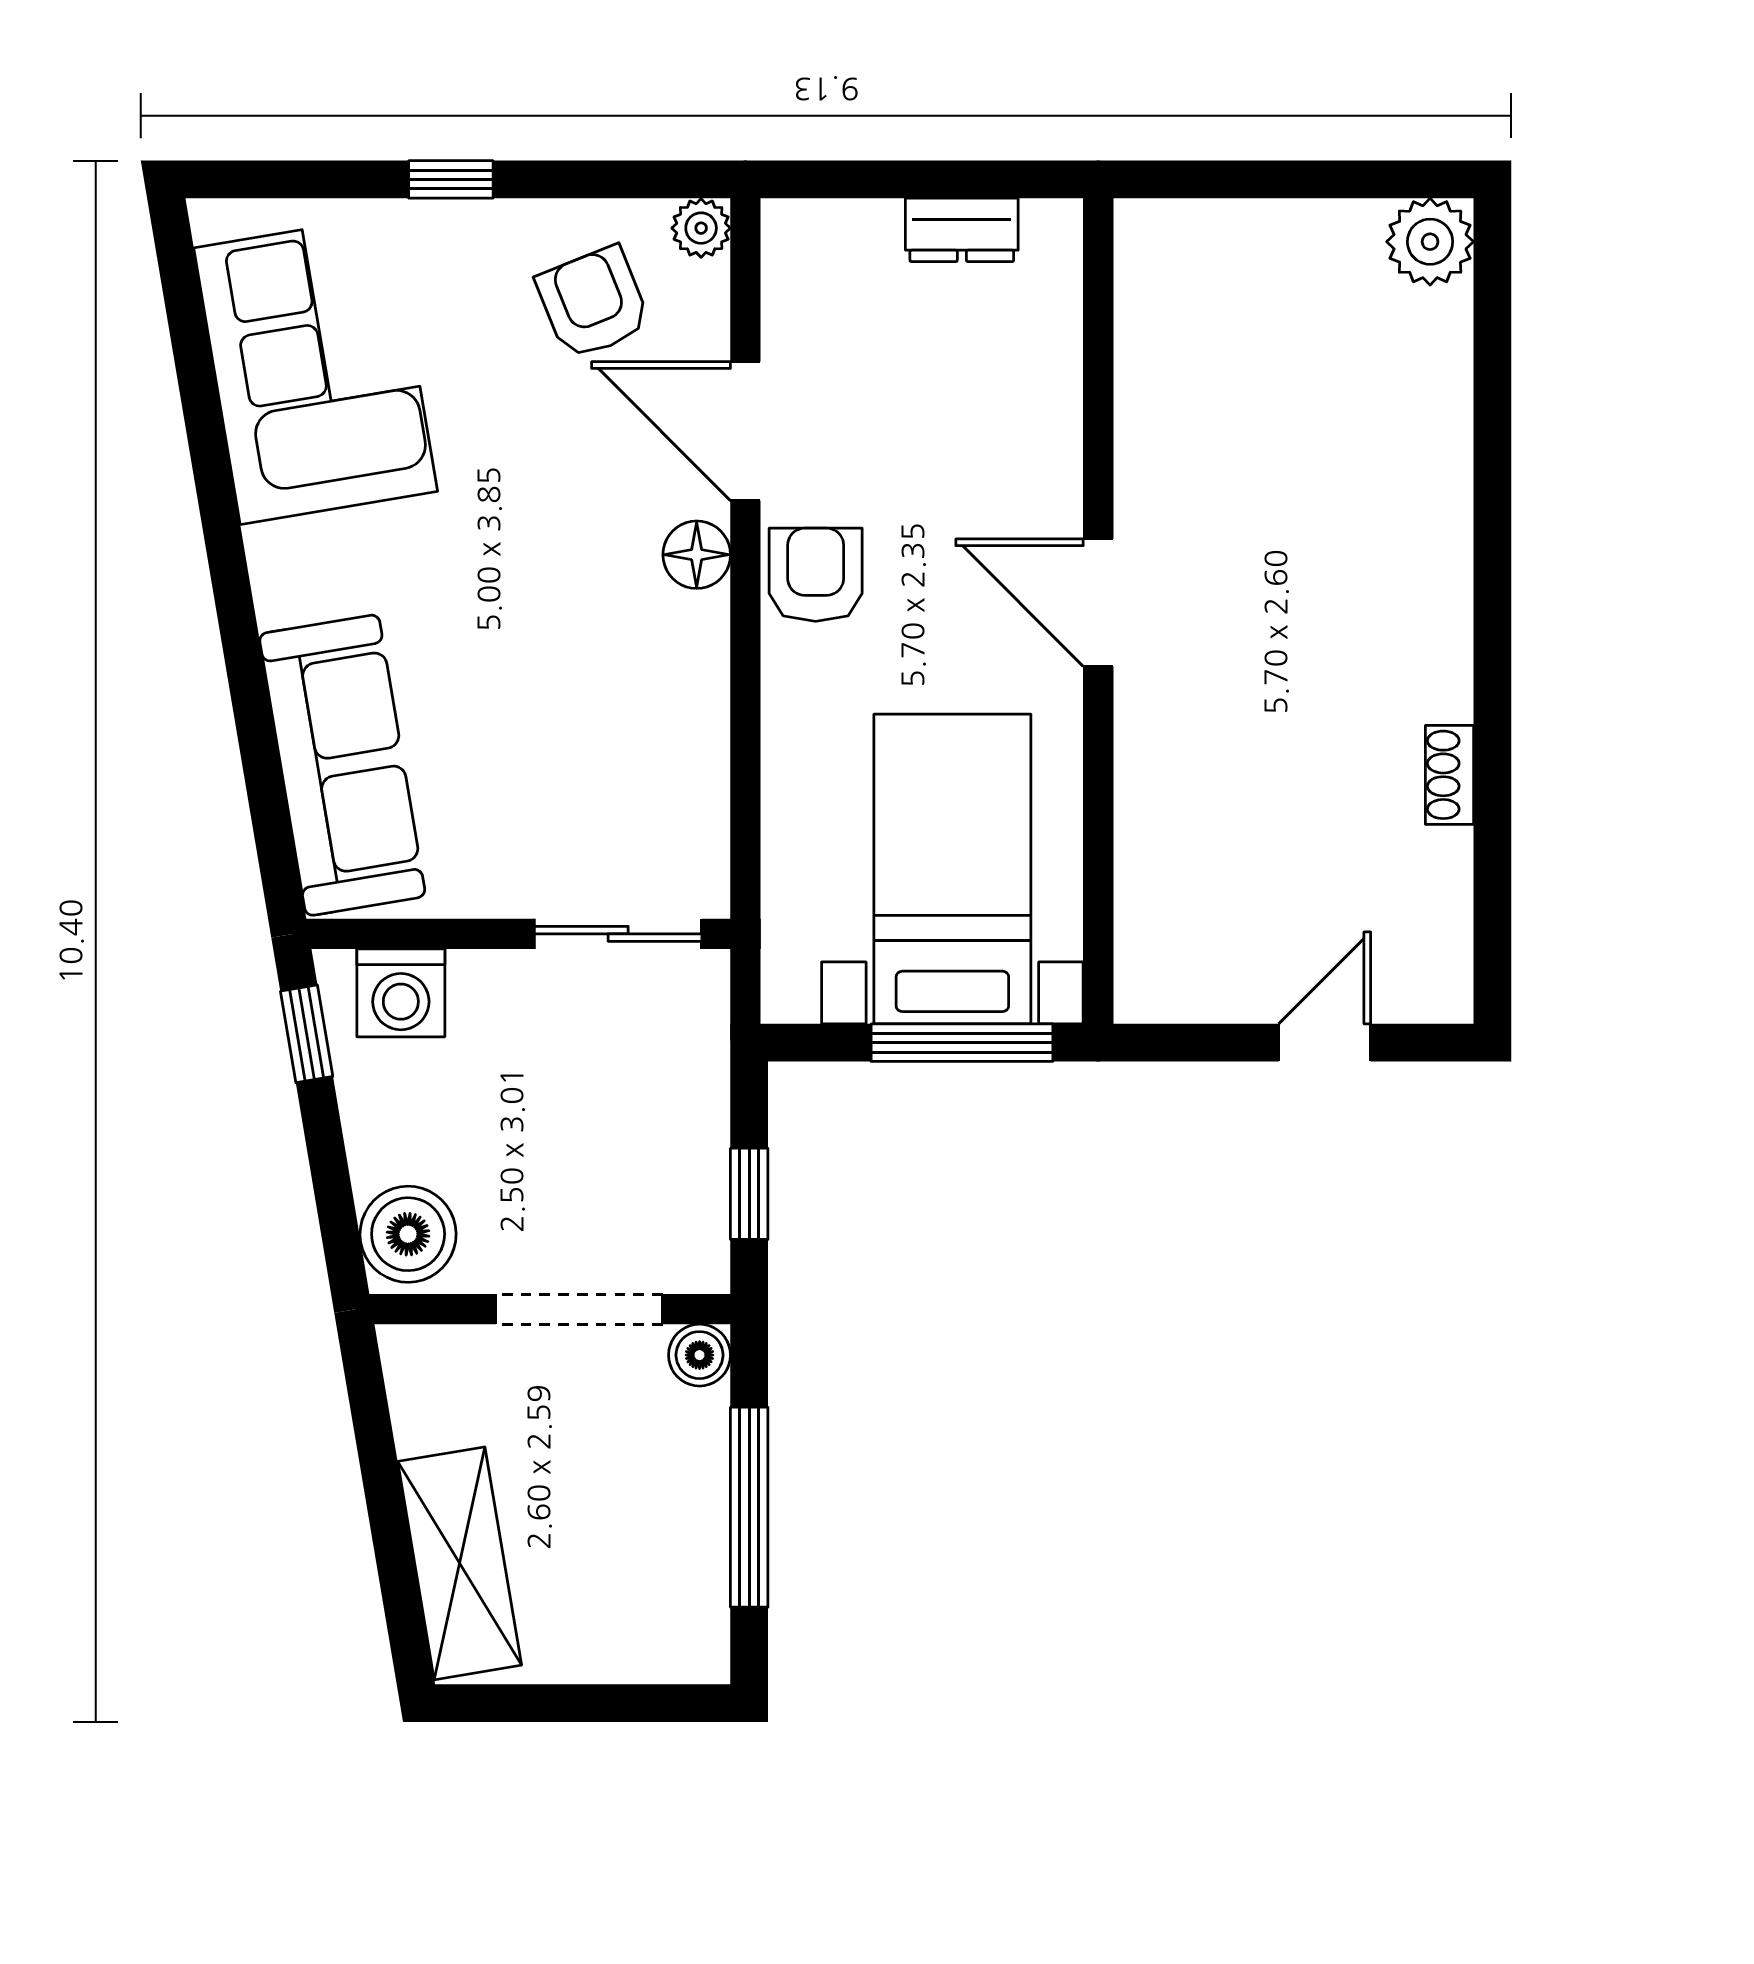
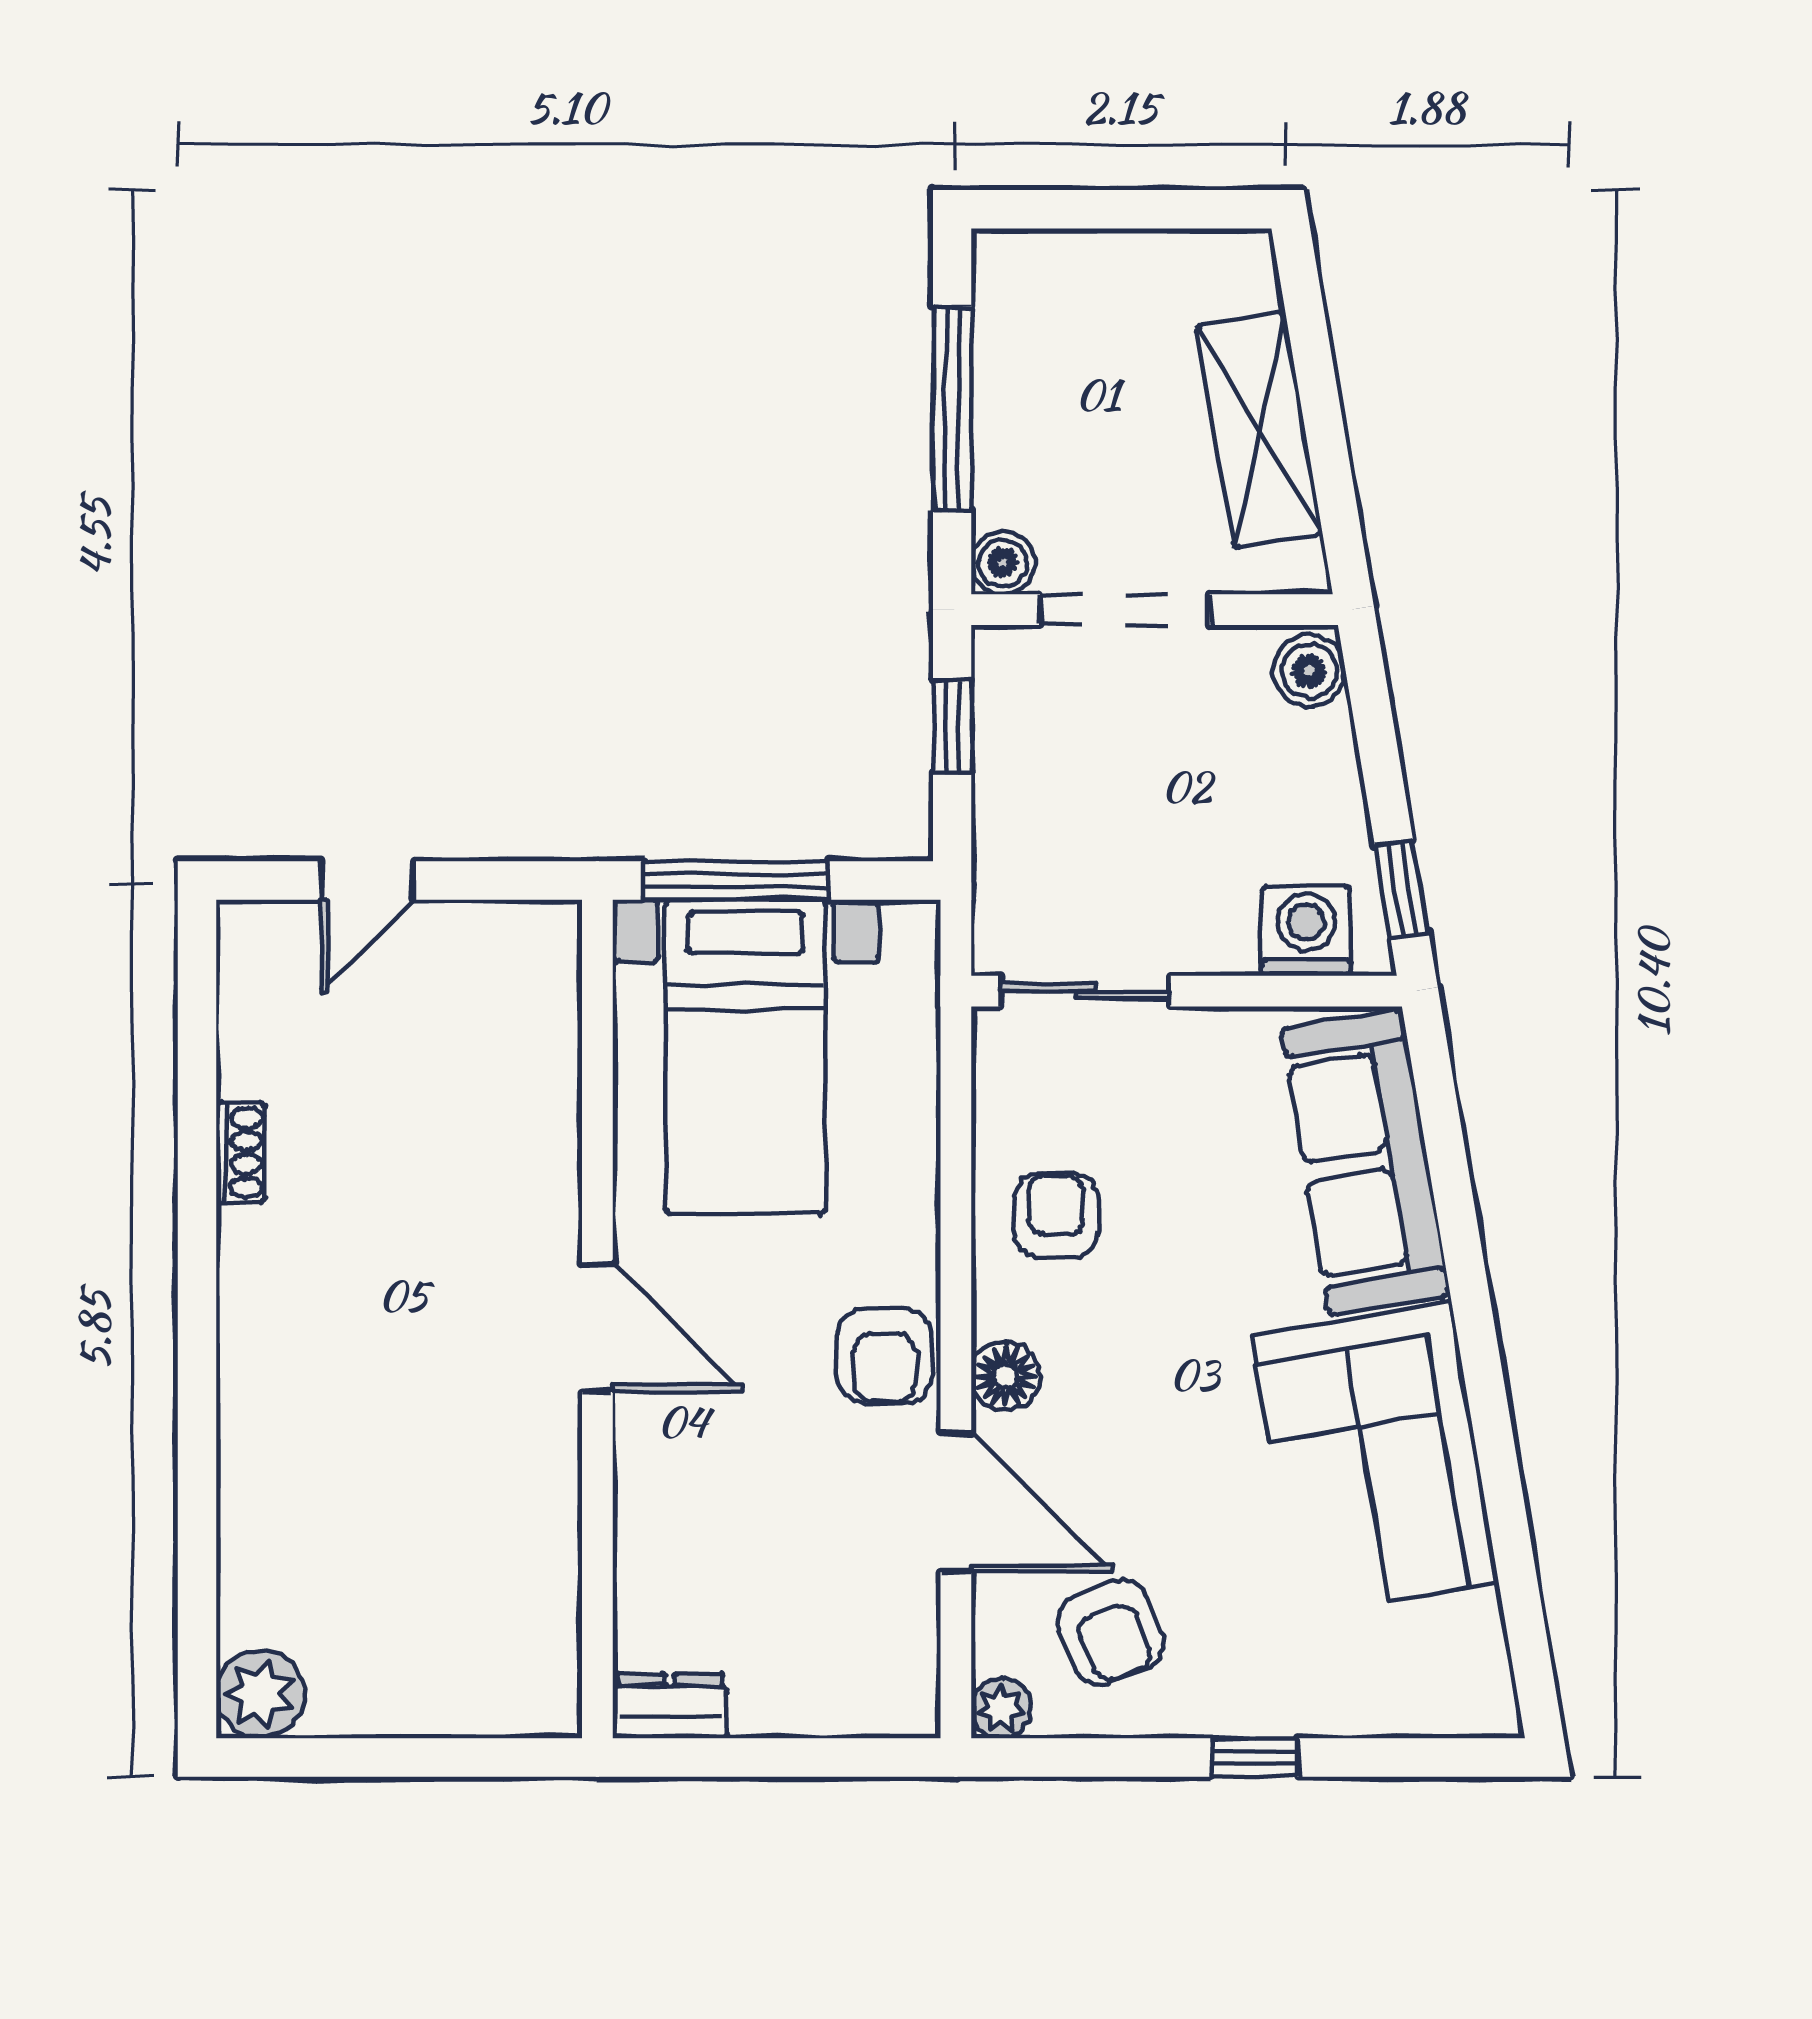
dresser: (962, 230) -> (670, 1706), moved
corner sofa: (316, 370) -> (1375, 1459), moved
armchair: (647, 713) -> (1056, 1215), added
boiler: (408, 1234) -> (1309, 671), width x0.73, depth x0.73
shelving: (460, 1563) -> (1260, 430), moved

